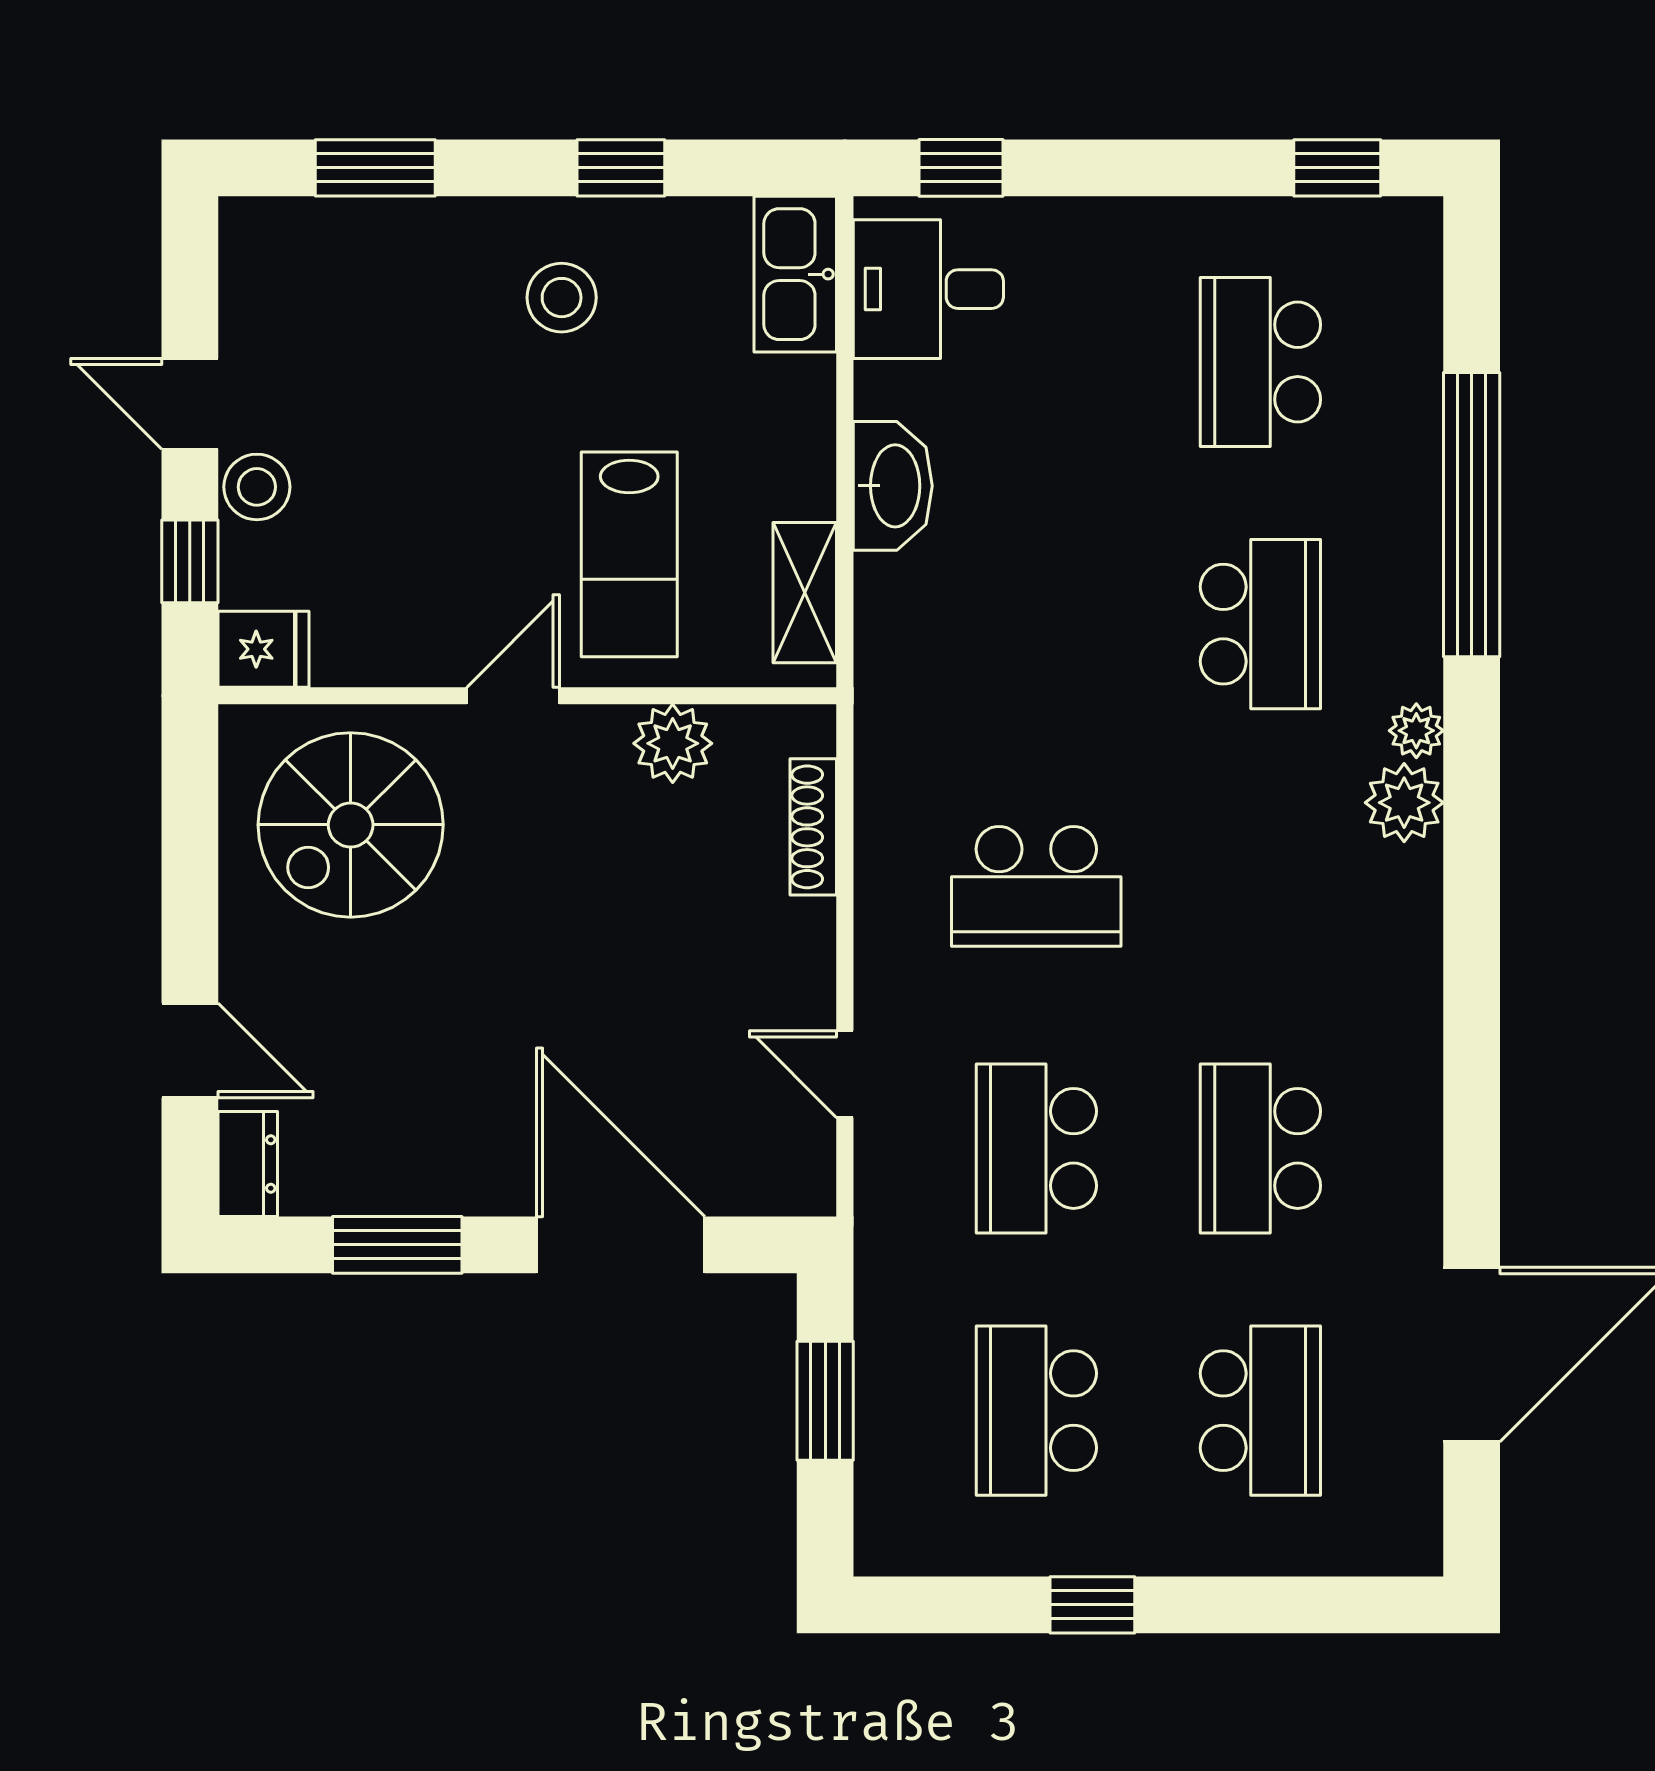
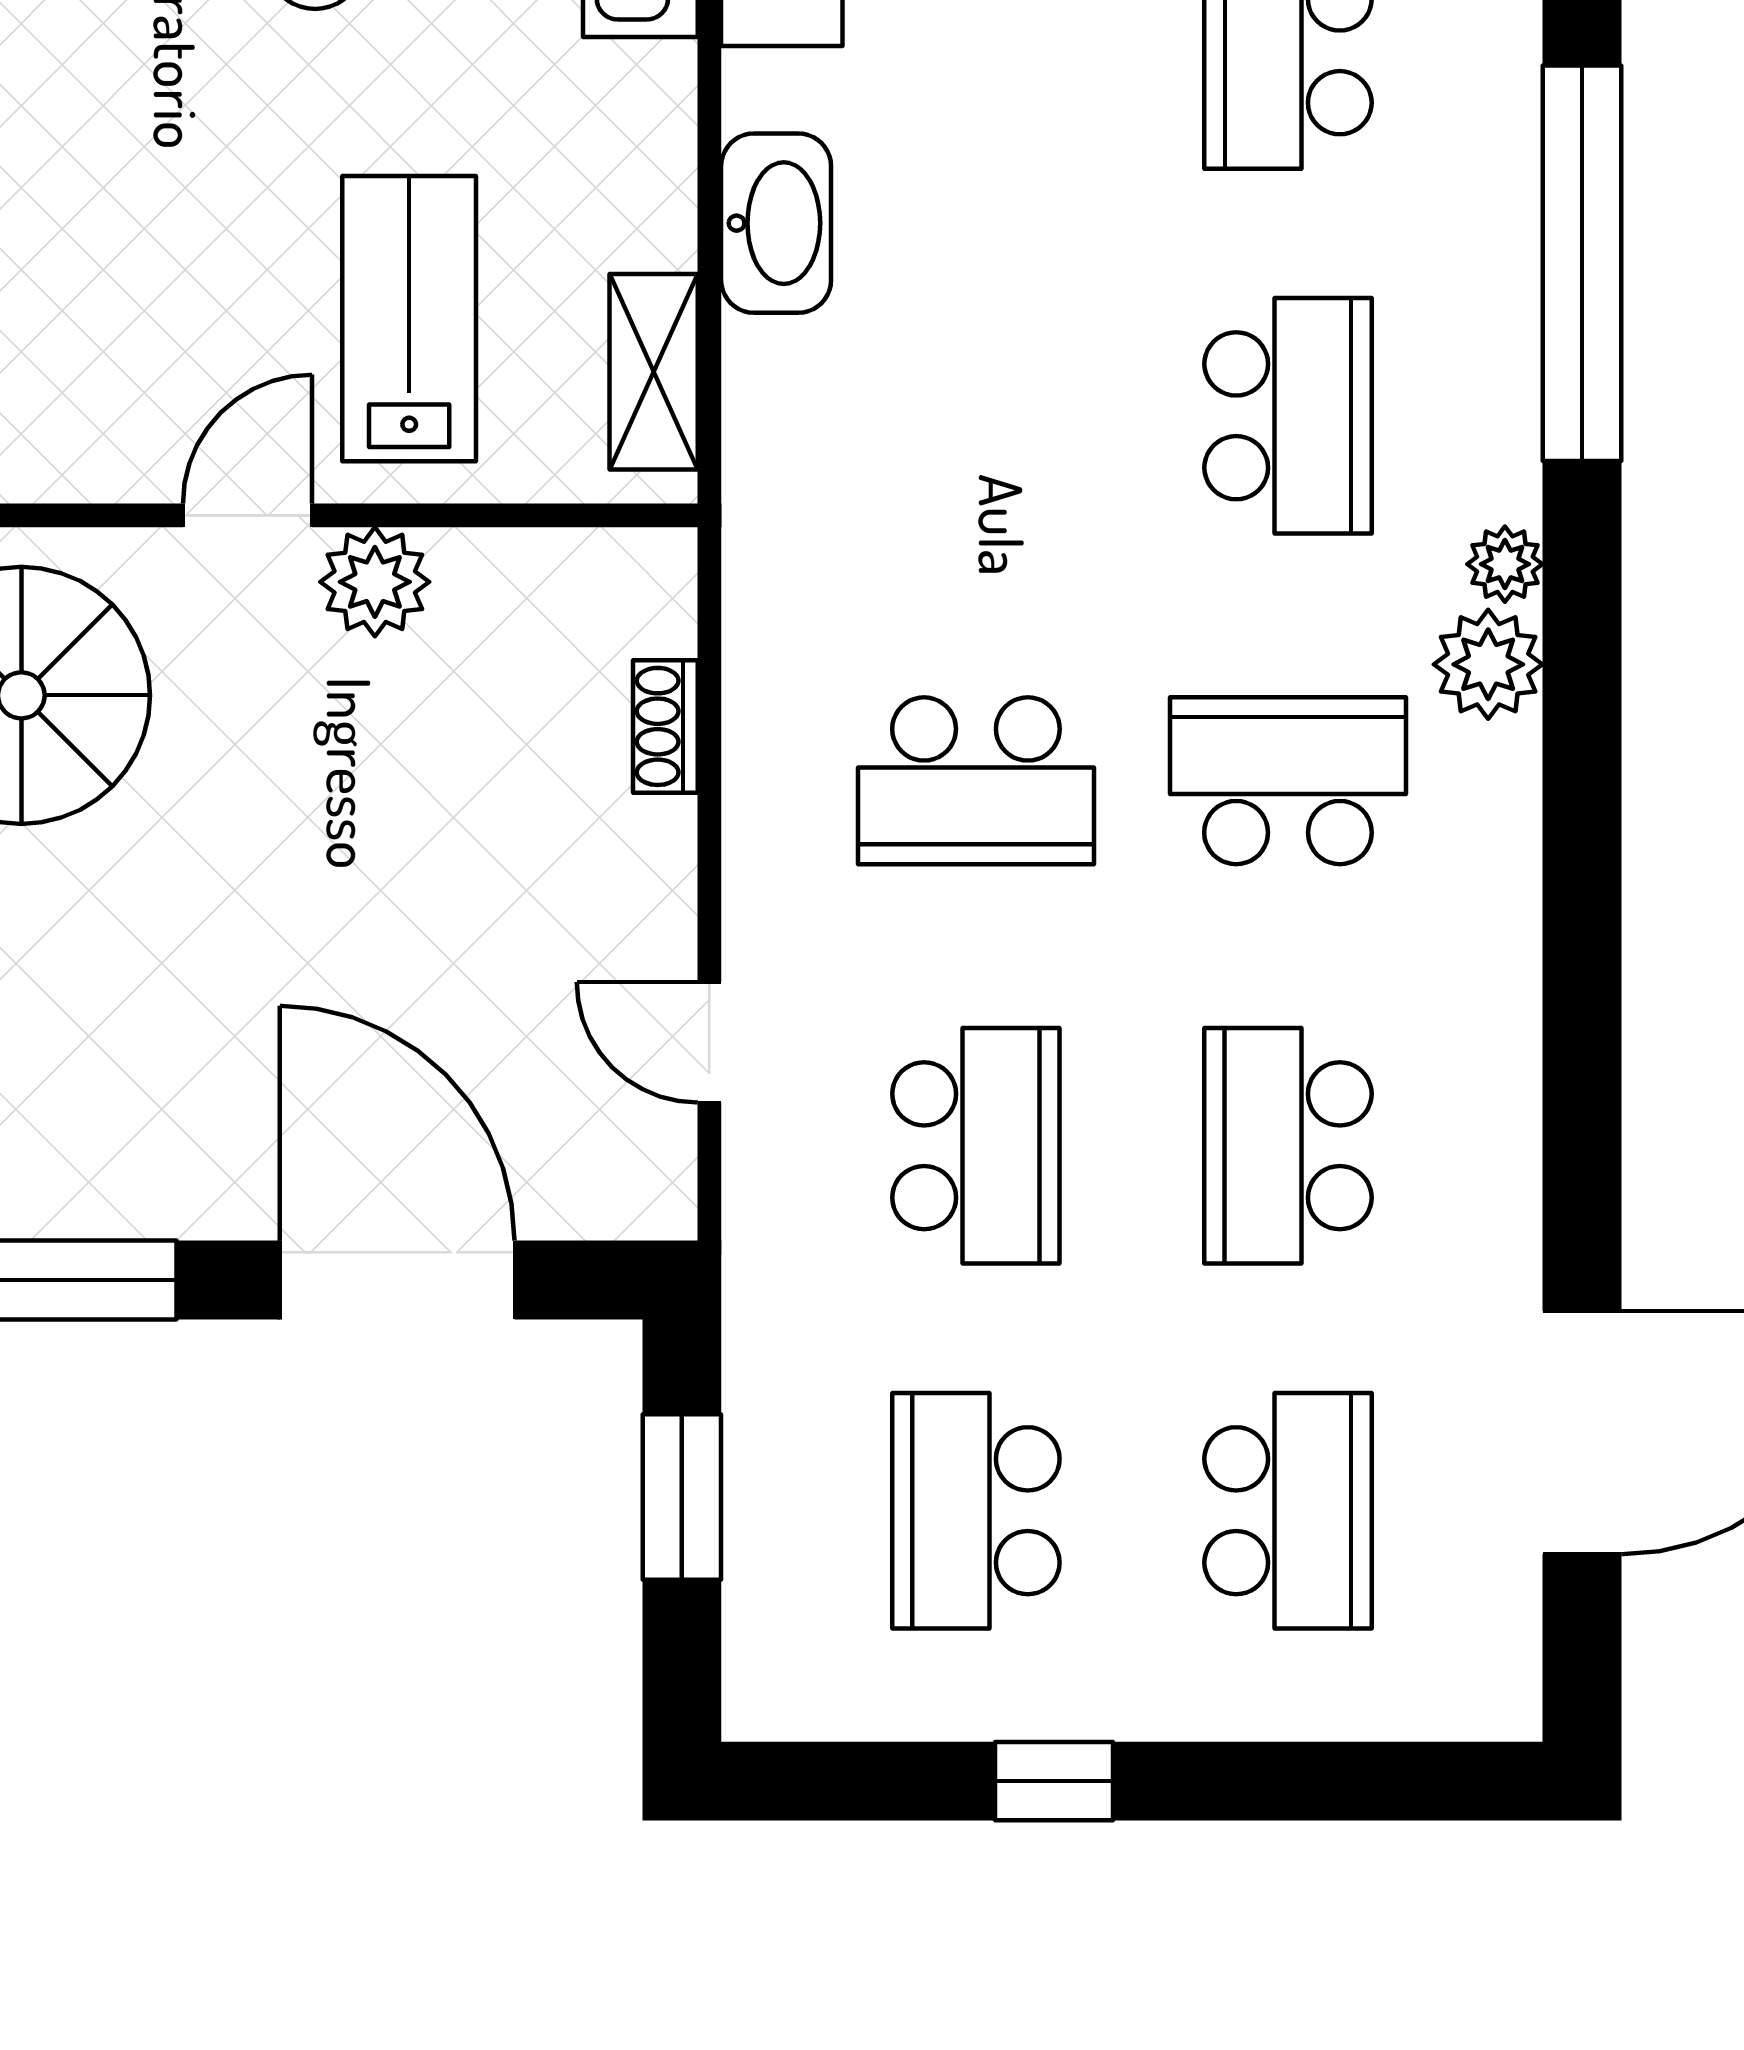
lab bench: (629, 554) -> (409, 319), turned 180
plant: (673, 743) -> (375, 582), moved
shoe rack: (813, 827) -> (665, 726), width x0.70
school desk: (1260, 886) -> (1288, 781), added
school desk: (1036, 1148) -> (976, 1146), turned 180

